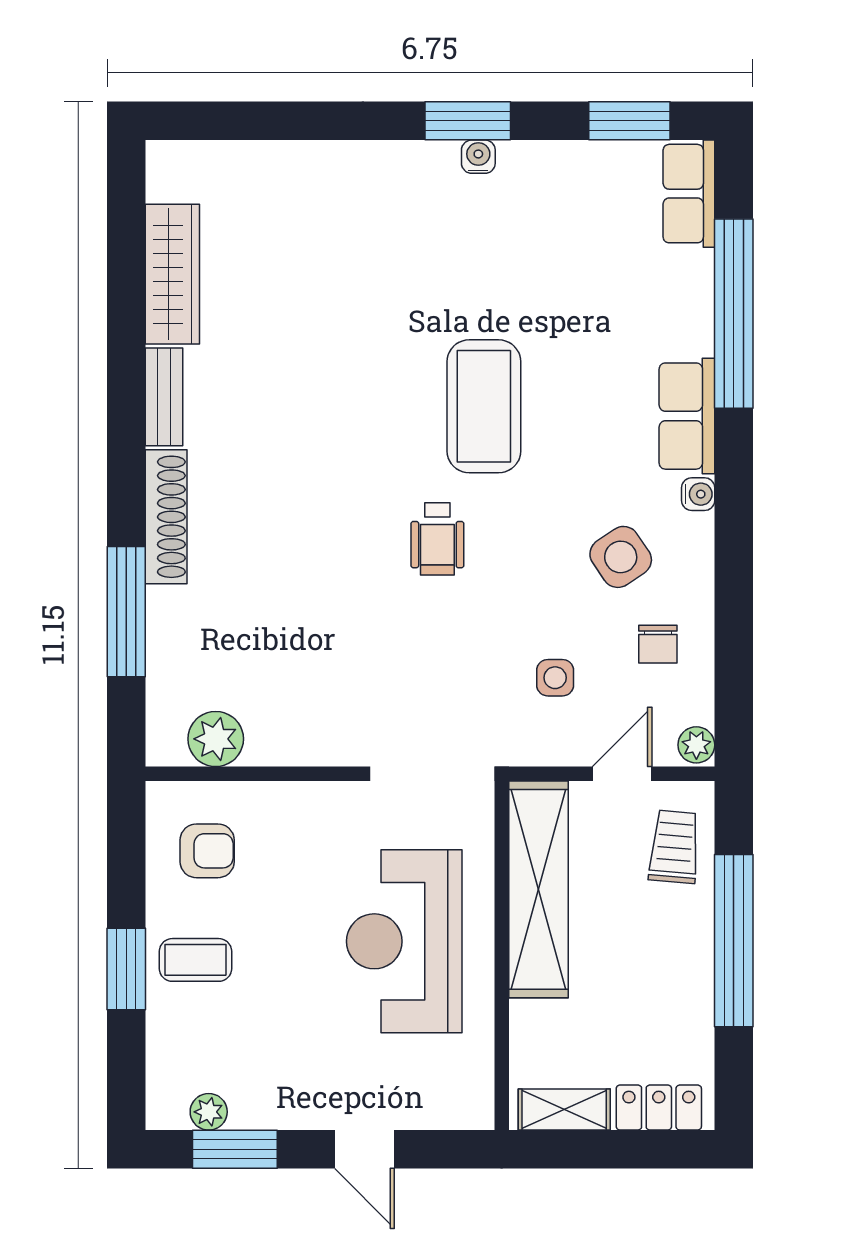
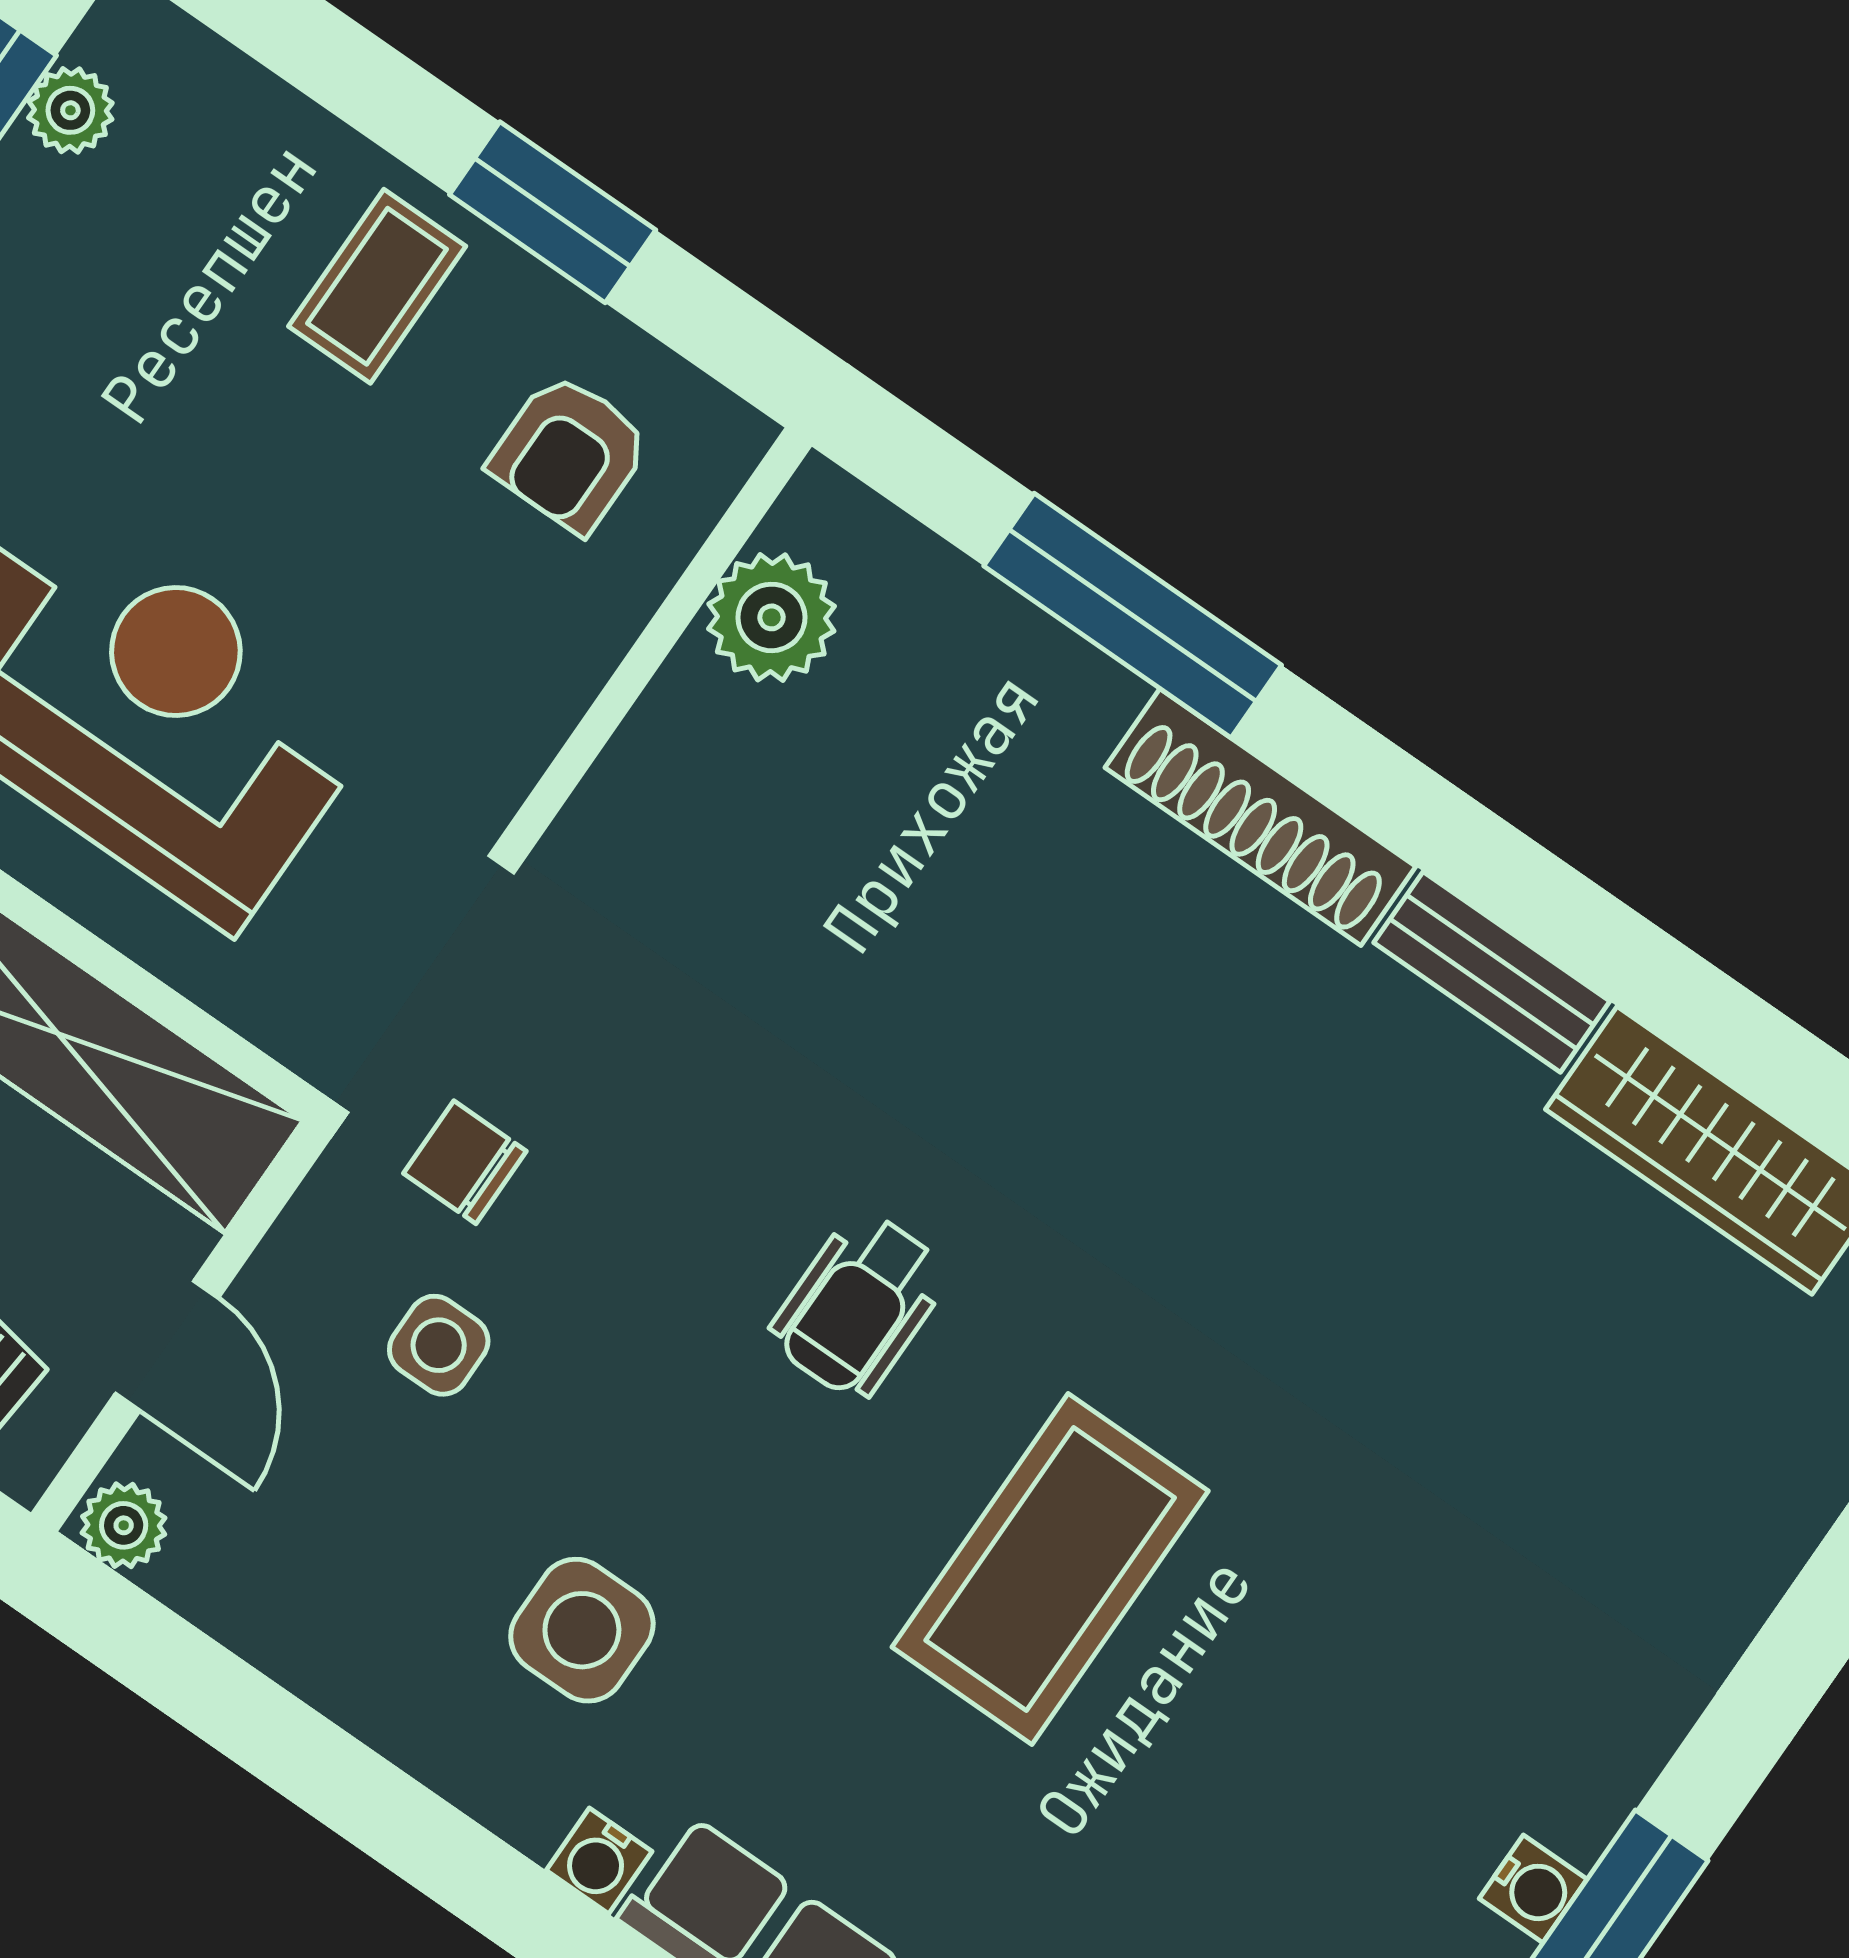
coffee table: (484, 406) -> (1050, 1569), turned 90
wheelchair: (437, 539) -> (859, 1305), turned -90
side table: (621, 557) -> (582, 1630), turned 34
chair: (658, 644) -> (465, 1162), moved
window: (126, 969) -> (553, 212), moved

